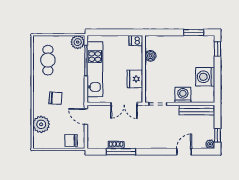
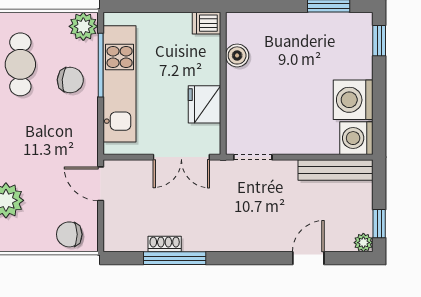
washing machine: (183, 95) -> (356, 138), moved, turned -90
chair: (55, 98) -> (70, 80), moved

